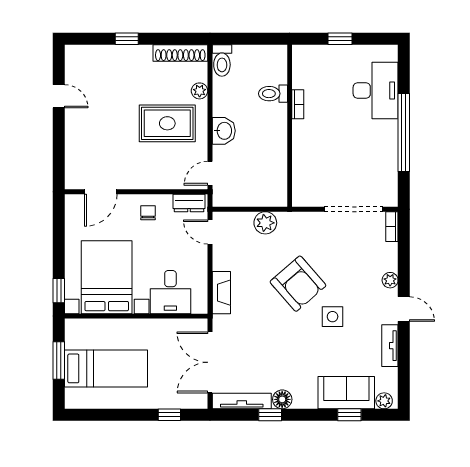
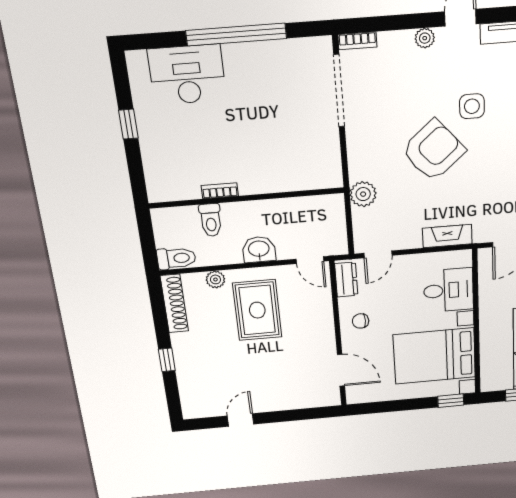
toilet: (273, 94) -> (211, 220), moved
bookcase: (298, 104) -> (220, 191), moved
wall: (290, 126) -> (247, 198), moved

